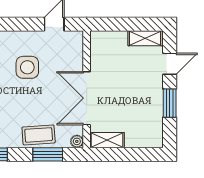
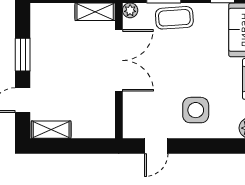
side table: (27, 67) -> (196, 110), moved

